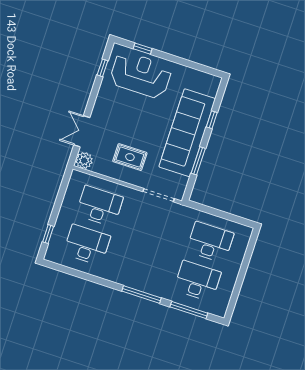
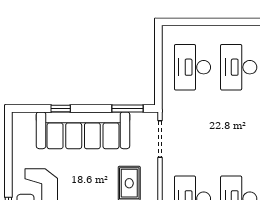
window: (198, 161) -> (127, 108), moved

